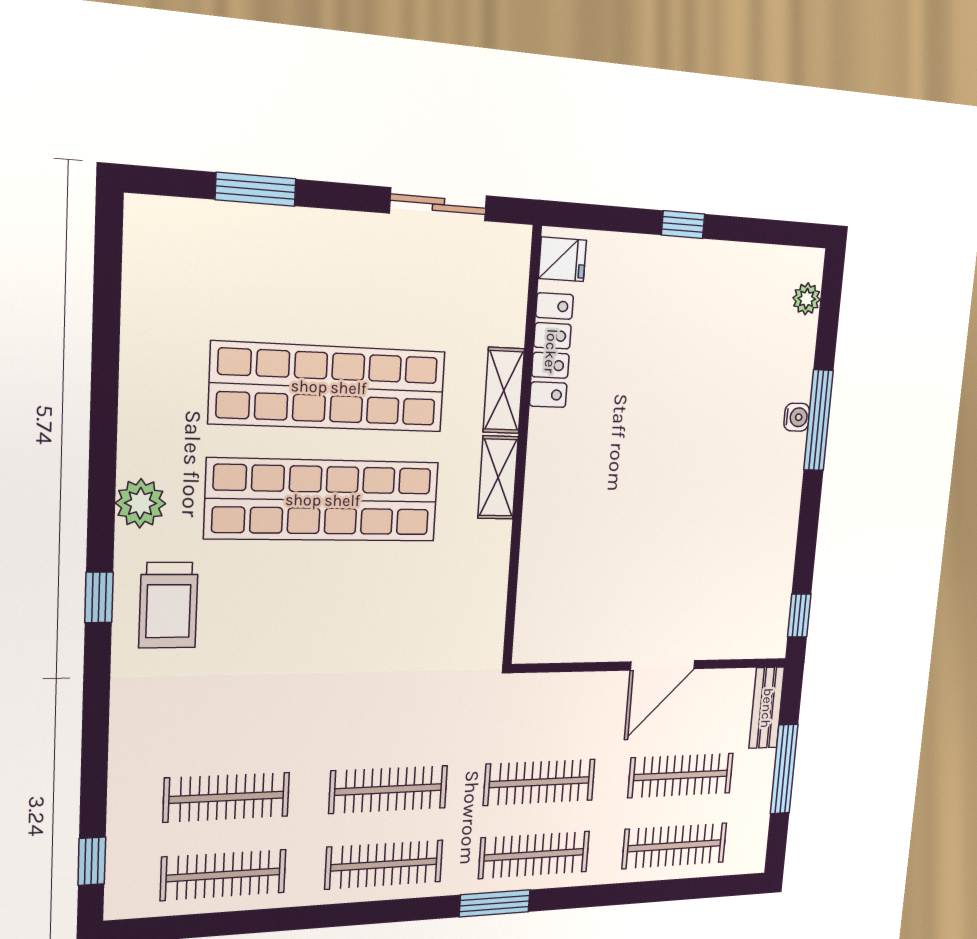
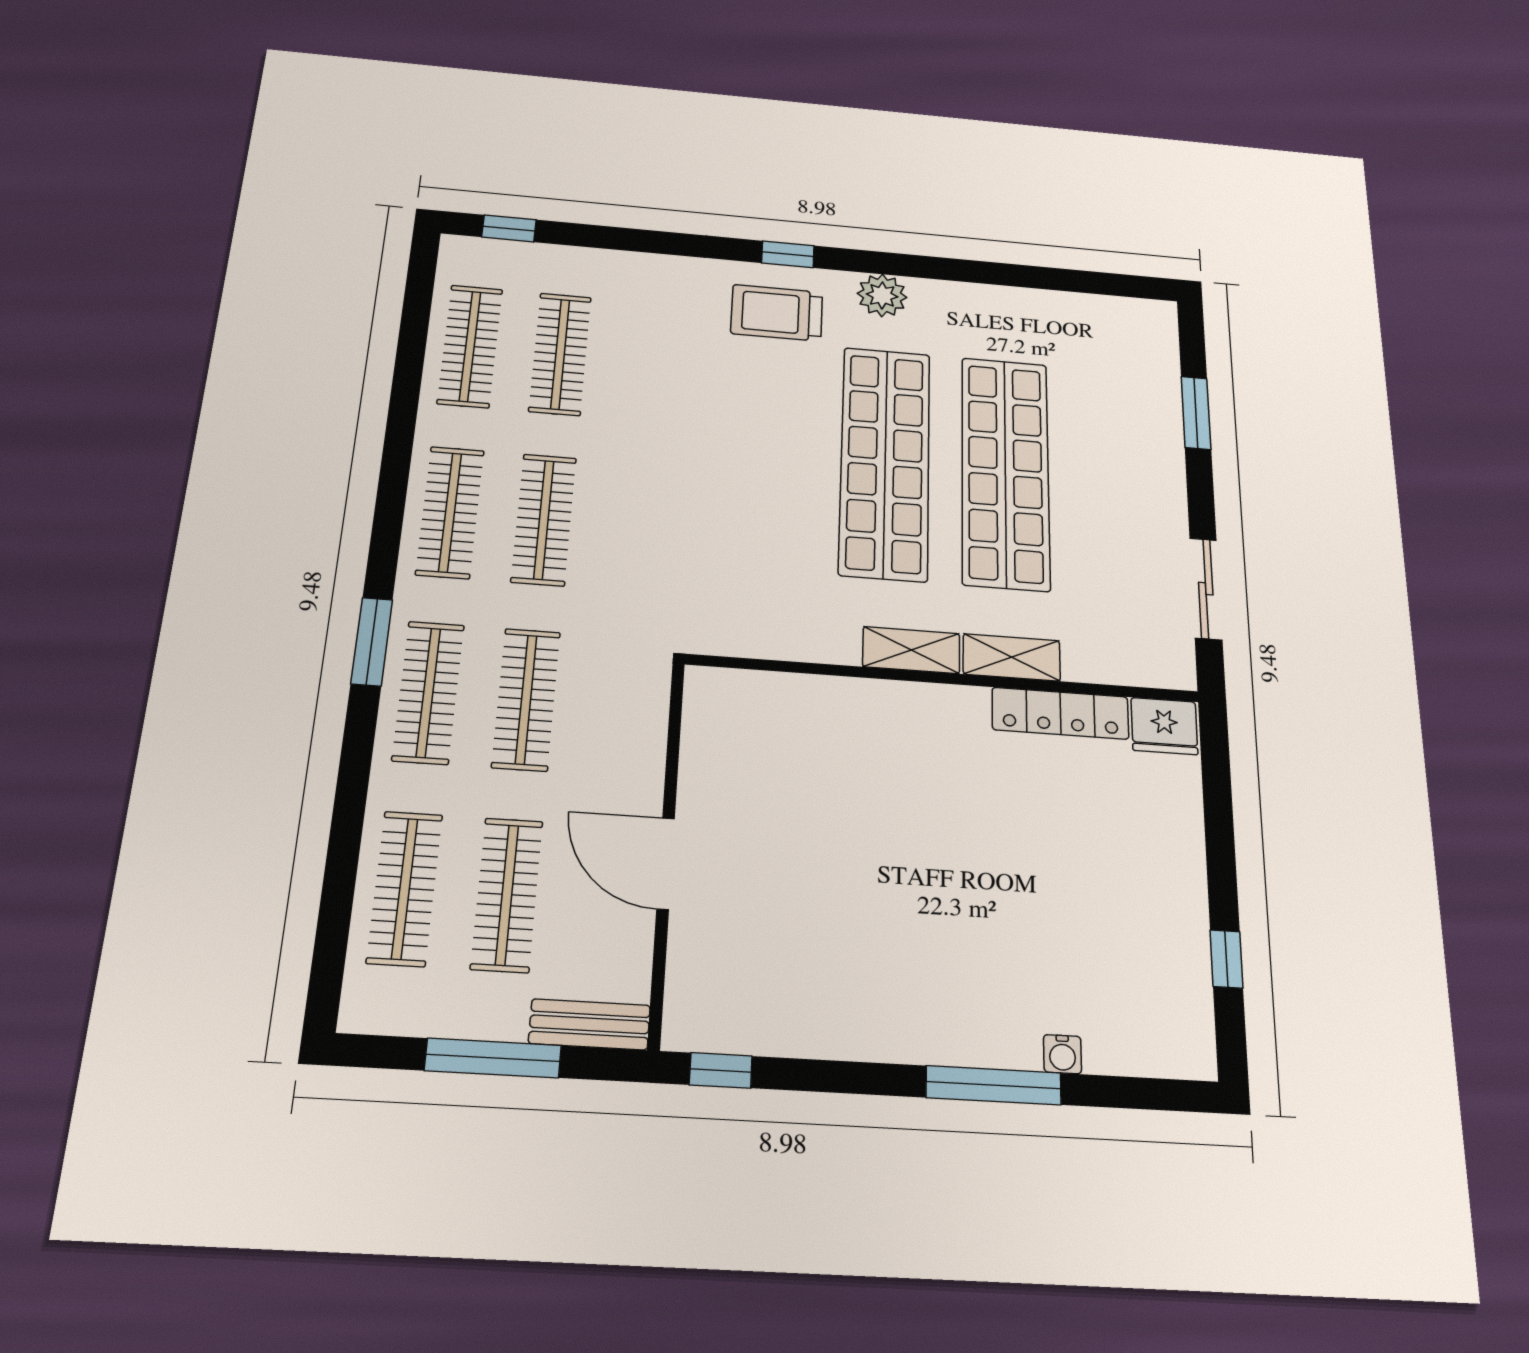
window: (683, 225) -> (1226, 959), moved
fridge: (562, 259) -> (1164, 726), width x1.38
plant: (807, 299) -> (1151, 1057), removed
water cooler: (797, 417) -> (1062, 1054), moved

